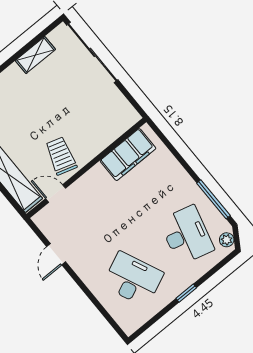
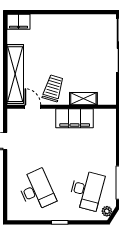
shelving: (35, 55) -> (83, 99), moved
filing cabinet: (128, 155) -> (75, 118), moved

